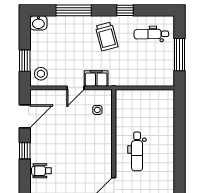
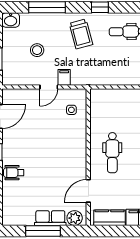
stool: (41, 74) -> (37, 50), moved
filing cabinet: (96, 78) -> (64, 77), width x0.50

